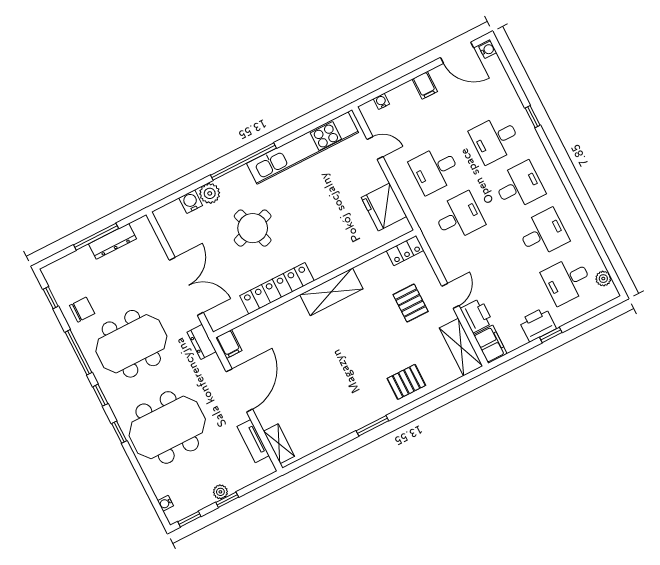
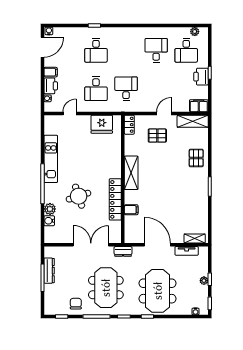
kitchen unit: (302, 148) -> (51, 159), width x0.73
desk: (519, 186) -> (126, 50), removed
door: (450, 296) -> (164, 113), hinge flipped
printer: (477, 316) -> (51, 86), moved, turned 90
filing cabinet: (229, 344) -> (131, 210), moved

